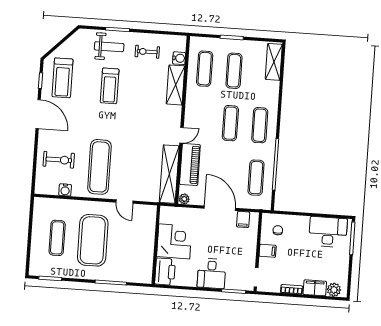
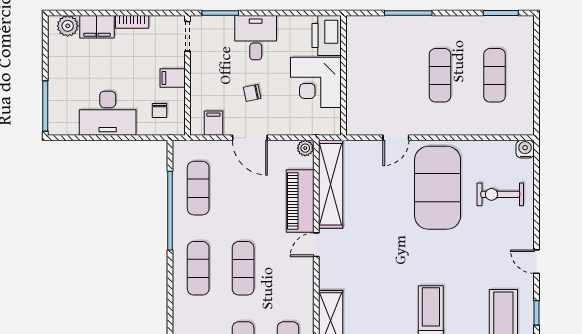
door: (38, 114) -> (536, 262), width x0.53
exercise mat: (99, 167) -> (438, 188), width x1.47
water cooler: (65, 190) -> (525, 149), moved
door: (124, 202) -> (396, 138), swing flipped
door: (220, 208) -> (250, 138), width x0.73
desk: (328, 232) -> (108, 113), moved
chair: (216, 237) -> (252, 93), added
exercise mat: (93, 240) -> (440, 75), width x0.50, depth x0.69

